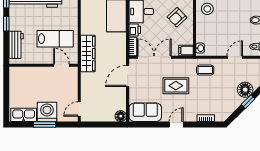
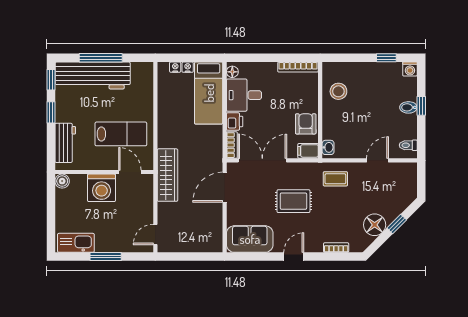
armchair: (177, 17) -> (306, 124), moved, turned 133
wardrobe: (88, 53) -> (167, 175), moved
boiler: (14, 72) -> (62, 181), added
floor lamp: (245, 90) -> (375, 225), moved
washing machine: (47, 112) -> (102, 188), moved, turned 180
floor lamp: (121, 116) -> (215, 245), removed

